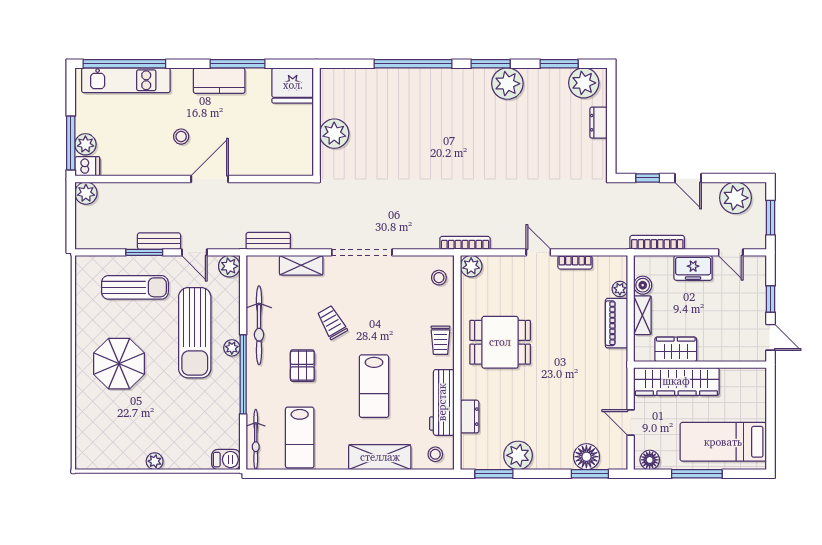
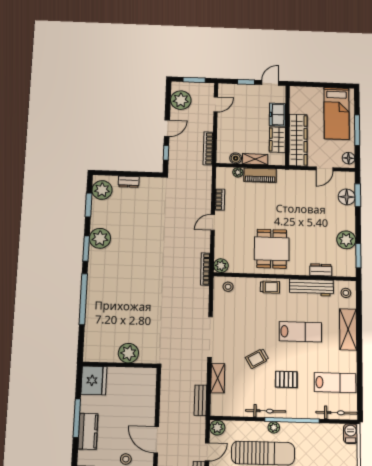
freezer: (693, 268) -> (277, 115), moved, turned 180
bicycle: (259, 325) -> (266, 411), width x0.73, depth x0.71

